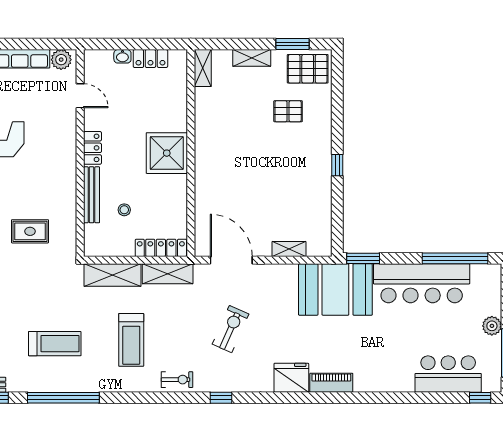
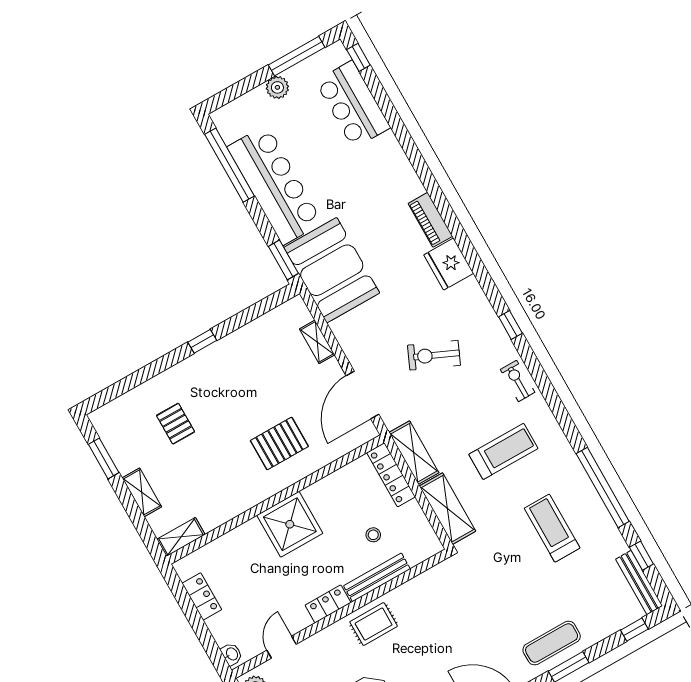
washbasin: (122, 56) -> (232, 654), moved
pallet: (308, 69) -> (279, 443), moved, turned 90
rug: (30, 231) -> (374, 624), moved, turned 90

